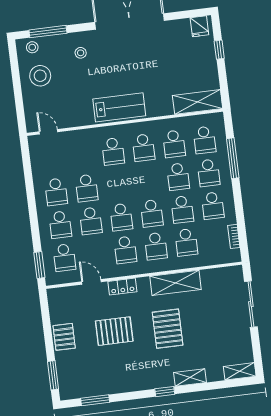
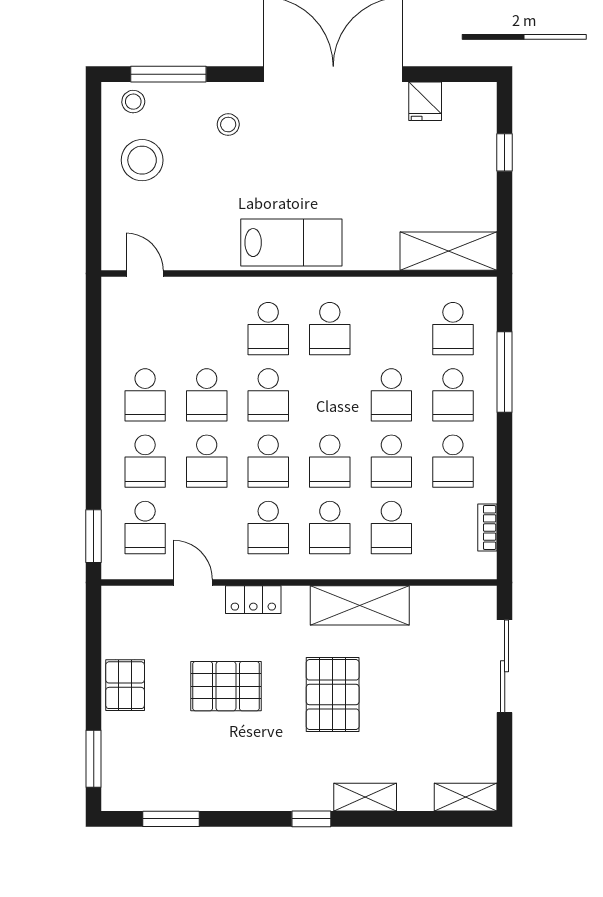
fridge: (199, 26) -> (425, 101), moved
school desk: (174, 144) -> (268, 395), moved

